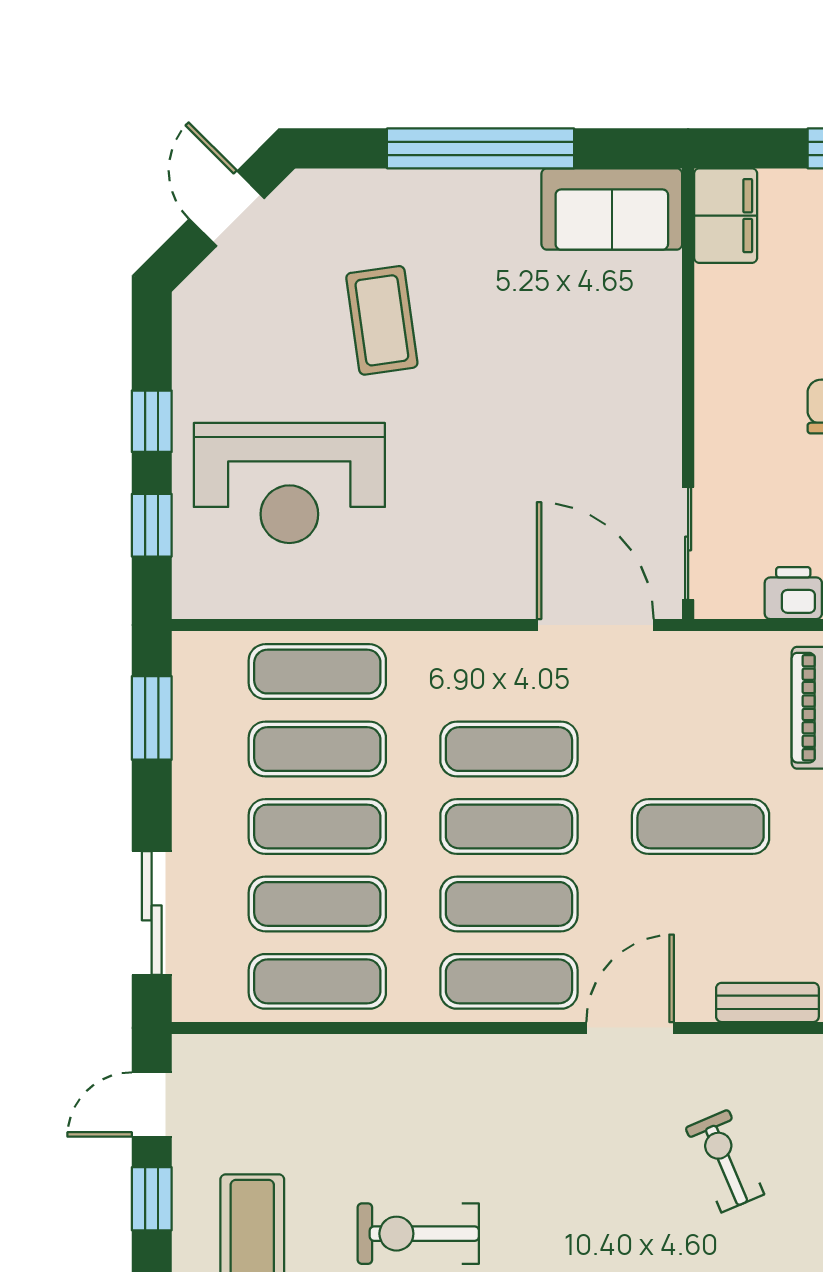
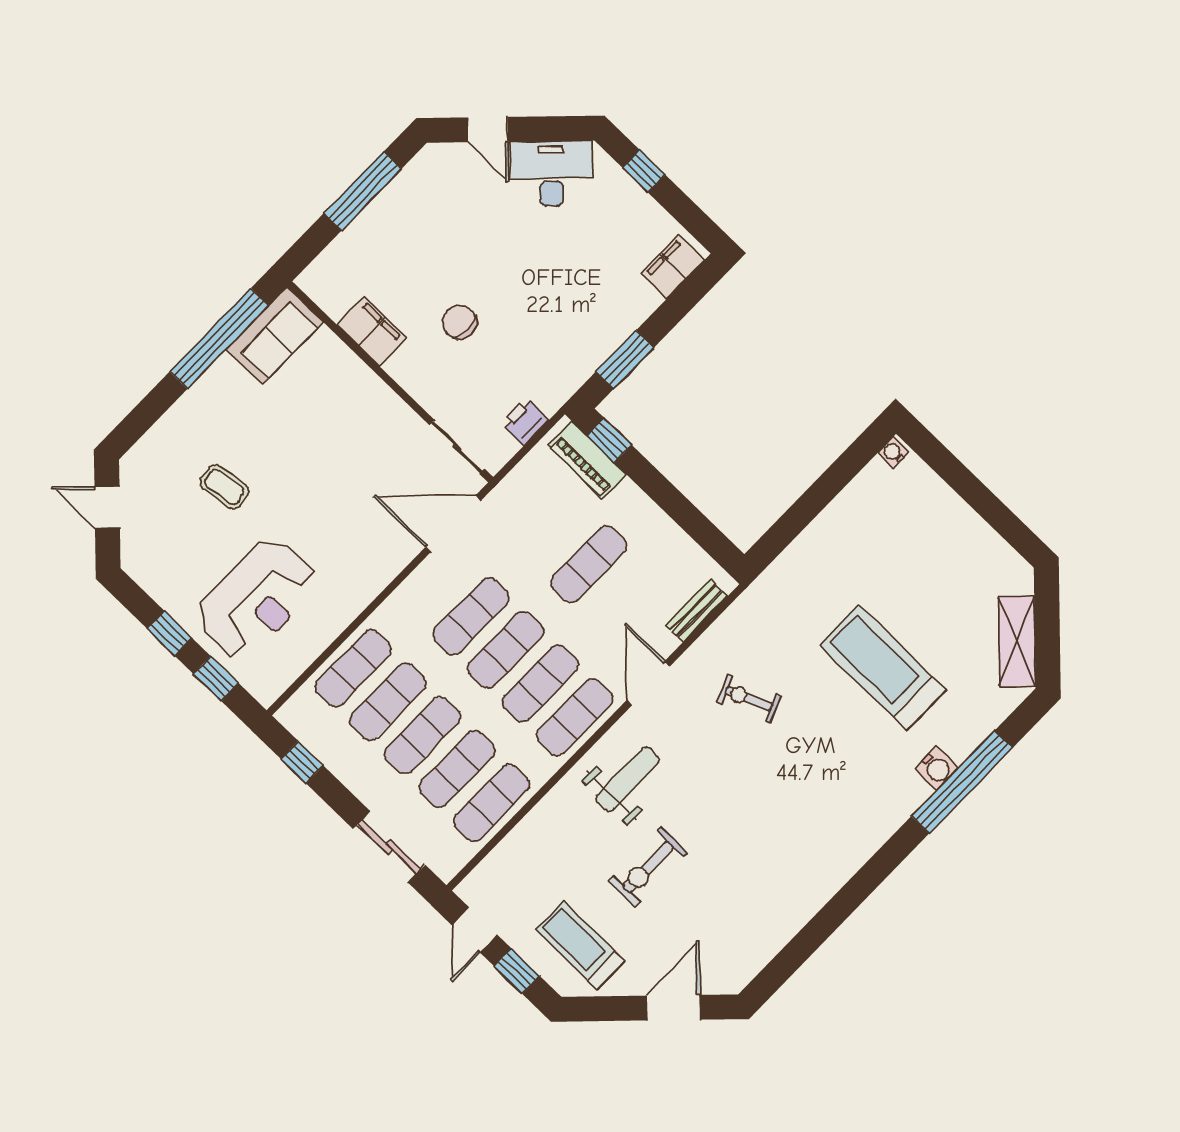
window: (481, 148) -> (219, 339), moved
filing cabinet: (726, 216) -> (372, 331), moved
coffee table: (382, 320) -> (224, 487), width x0.73, depth x0.77
window: (152, 718) -> (302, 762), width x0.67
weight bench: (496, 1112) -> (628, 779), added

